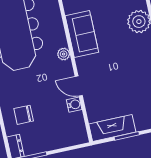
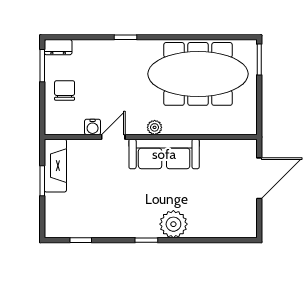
sofa: (82, 34) -> (164, 154), width x1.36
chair: (24, 115) -> (65, 90), moved

